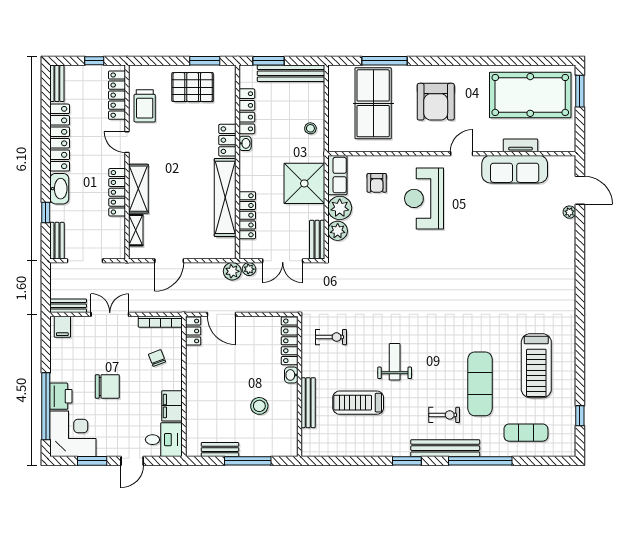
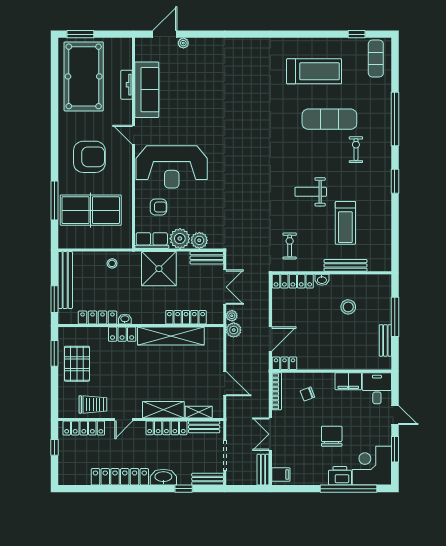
bench: (57, 84) -> (204, 427), moved
reception desk: (424, 198) -> (172, 167), width x1.36, depth x1.30
exercise mat: (526, 433) -> (376, 59), moved
bench: (445, 448) -> (384, 149), removed

